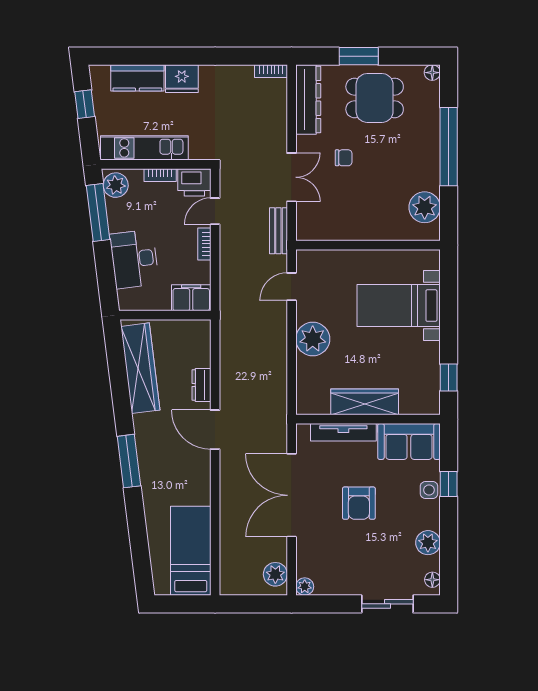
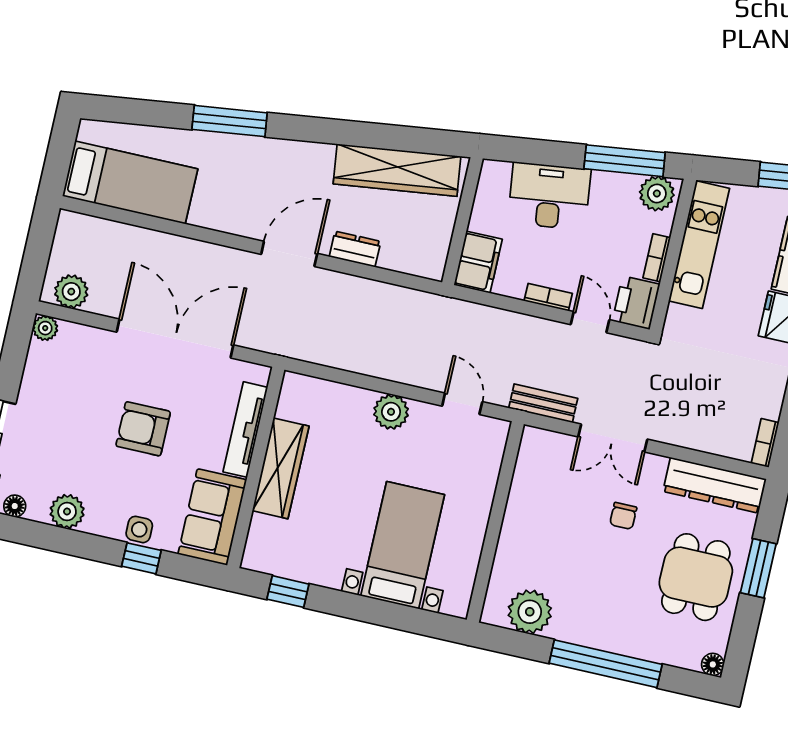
plant: (313, 339) -> (391, 412), width x0.73, depth x0.73
window: (129, 461) -> (230, 121), moved

